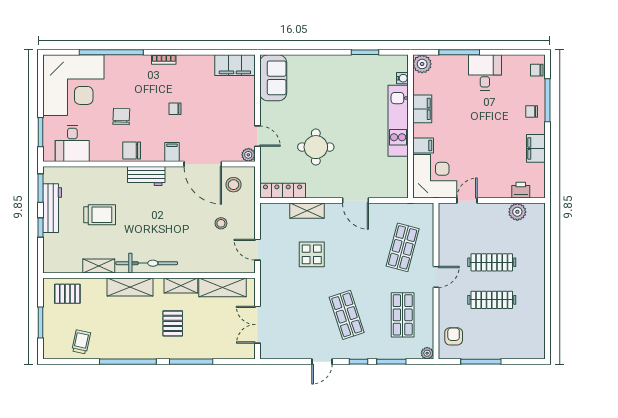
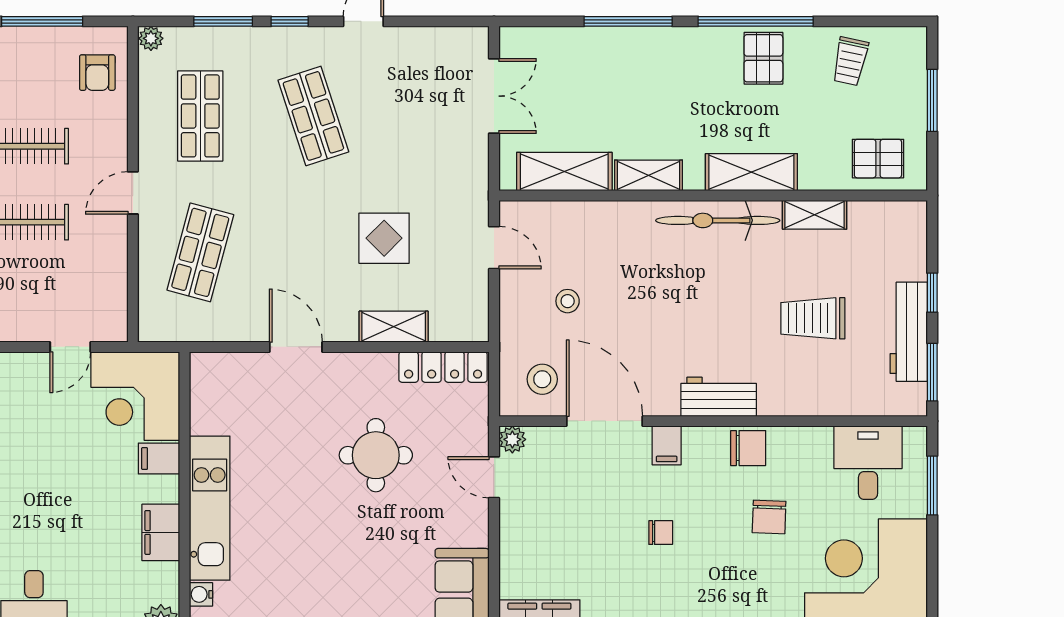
pallet: (173, 323) -> (763, 58), moved

